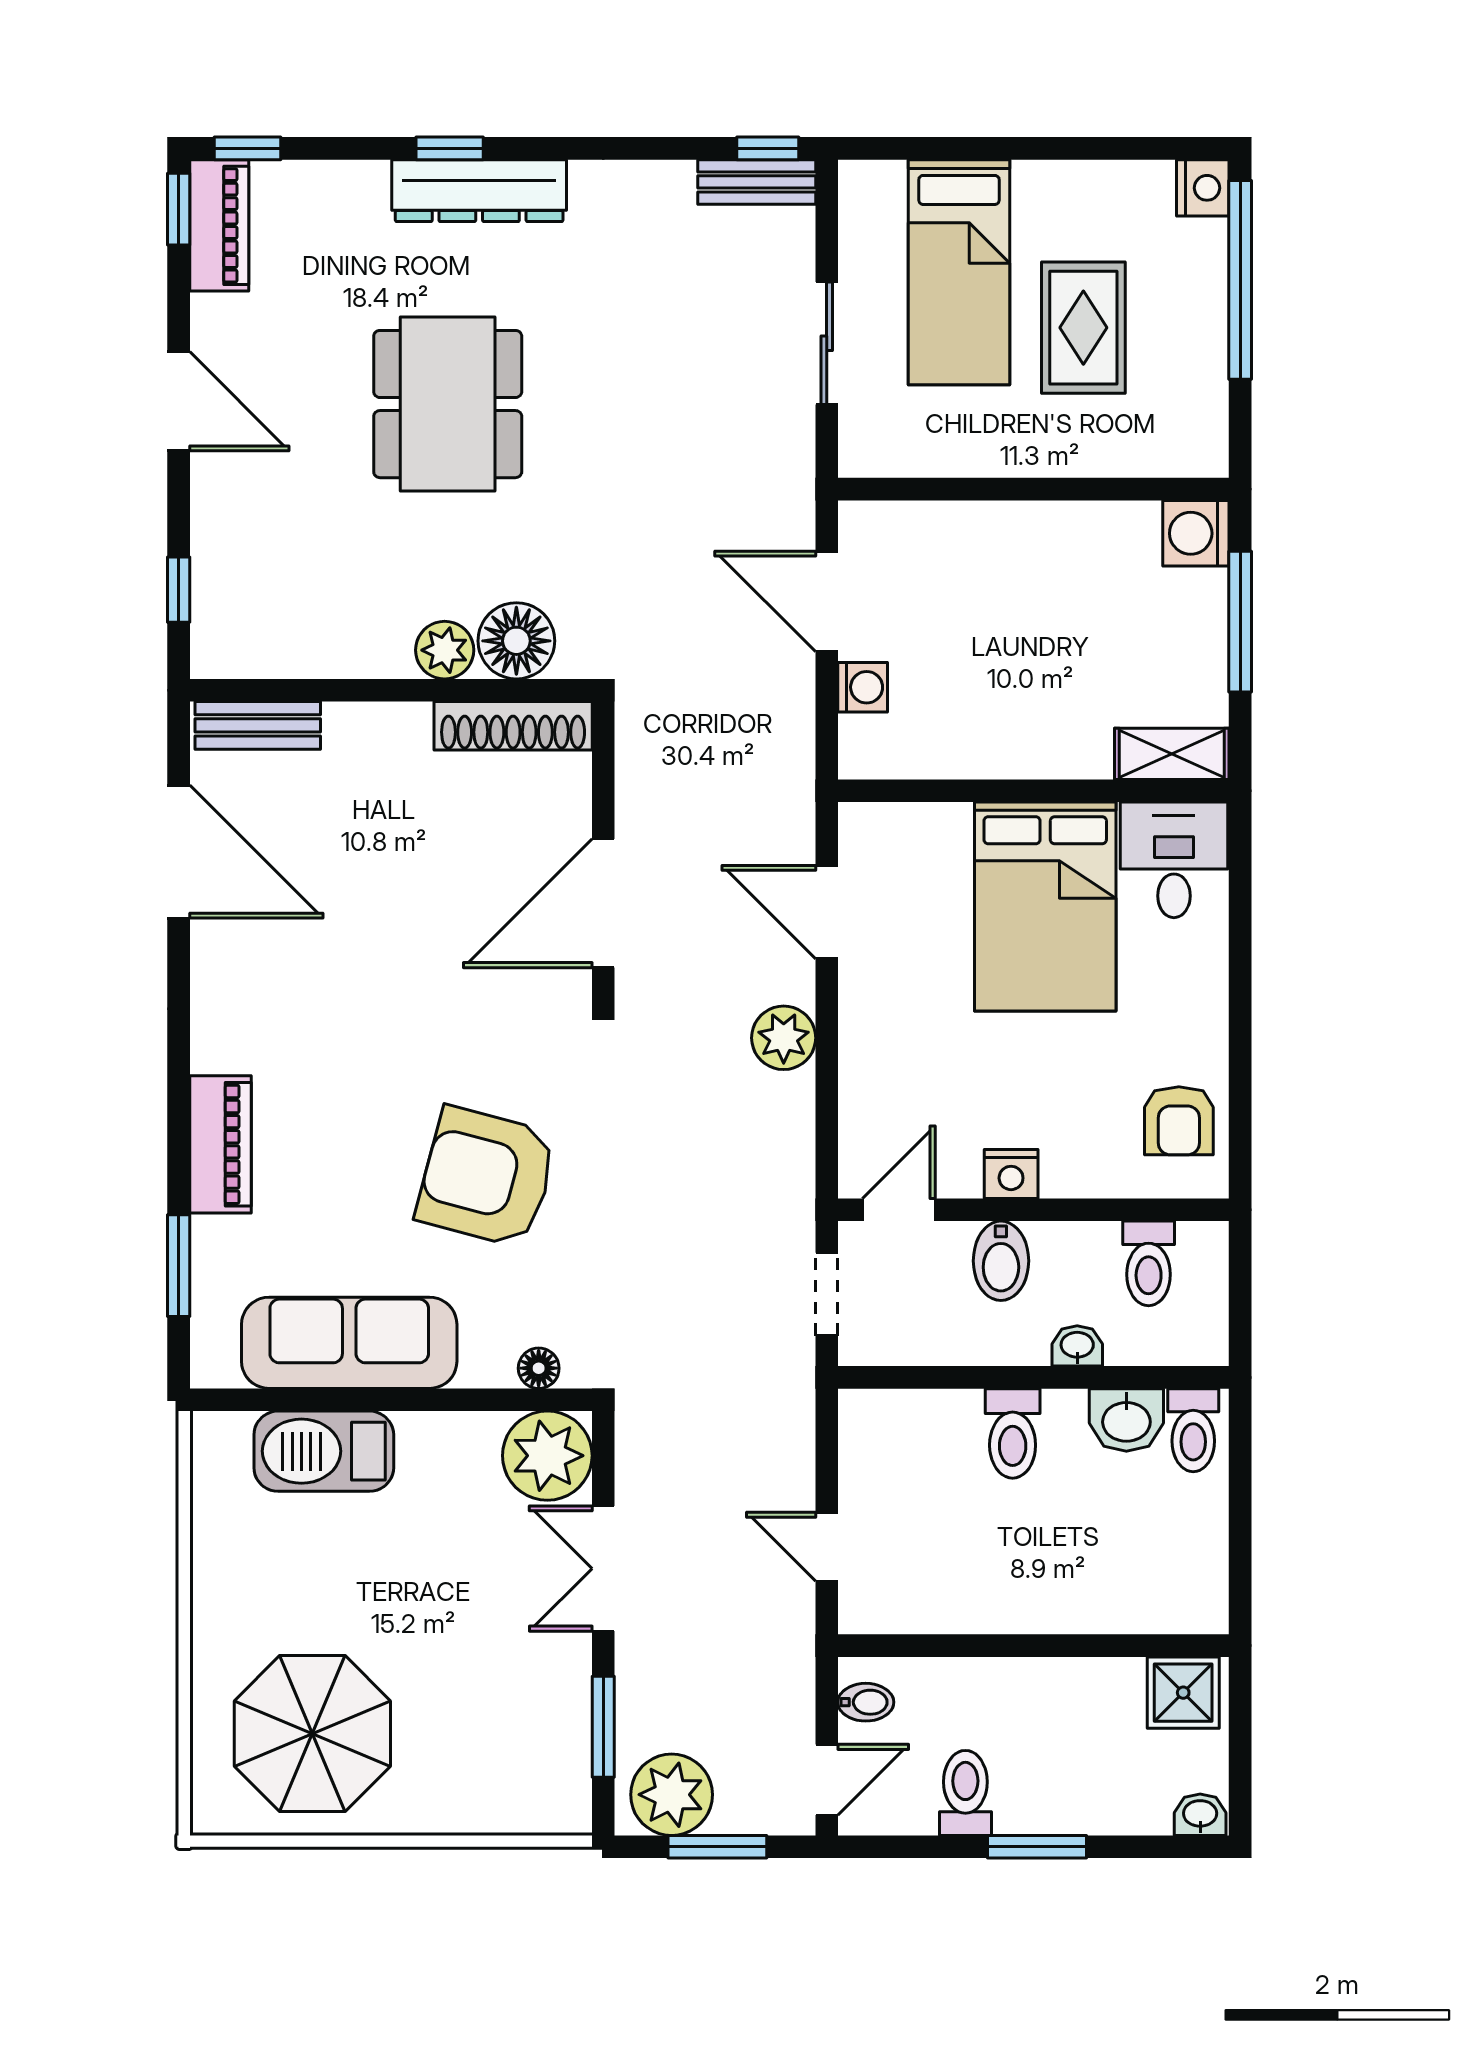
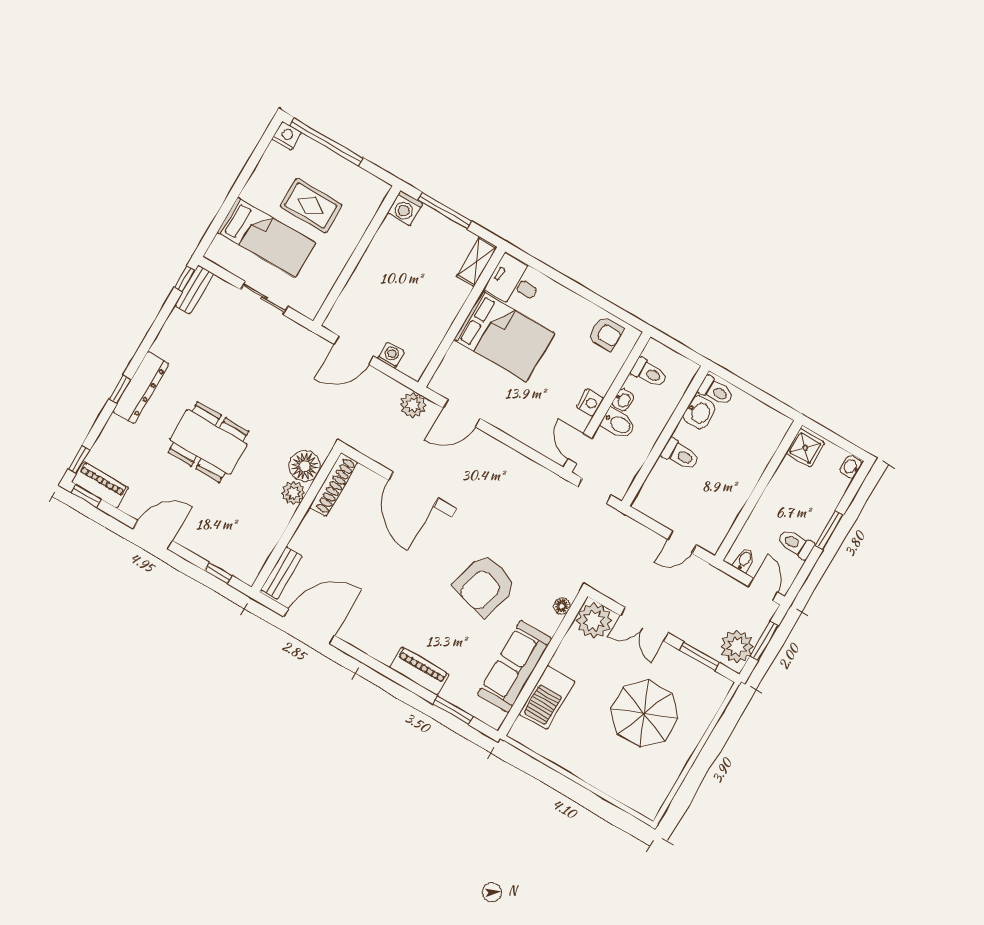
plant: (784, 1038) -> (413, 405), moved
washbasin: (1077, 1346) -> (623, 400), moved, turned 180
parasol: (312, 1734) -> (644, 714), moved

